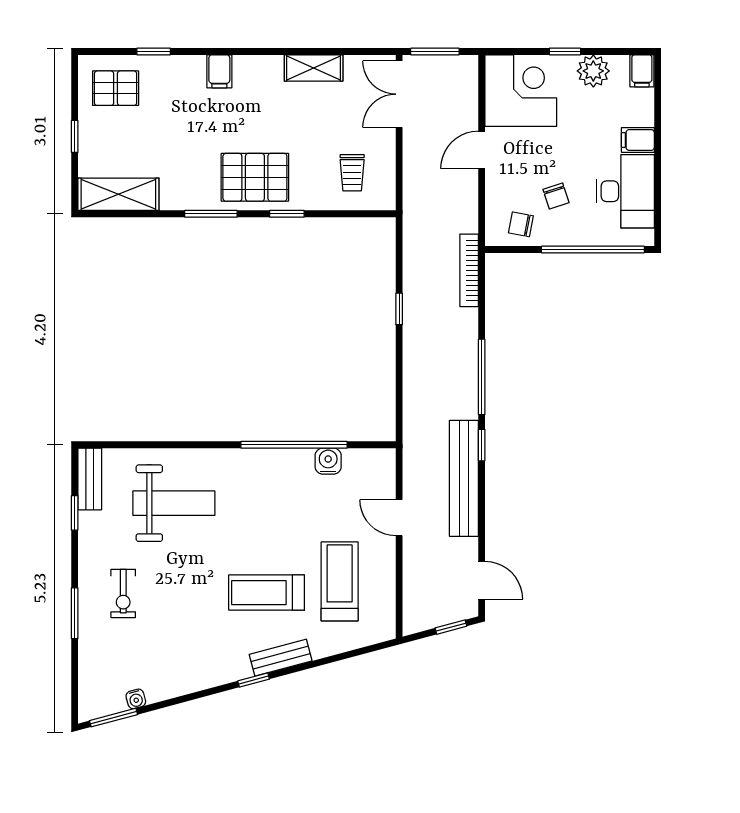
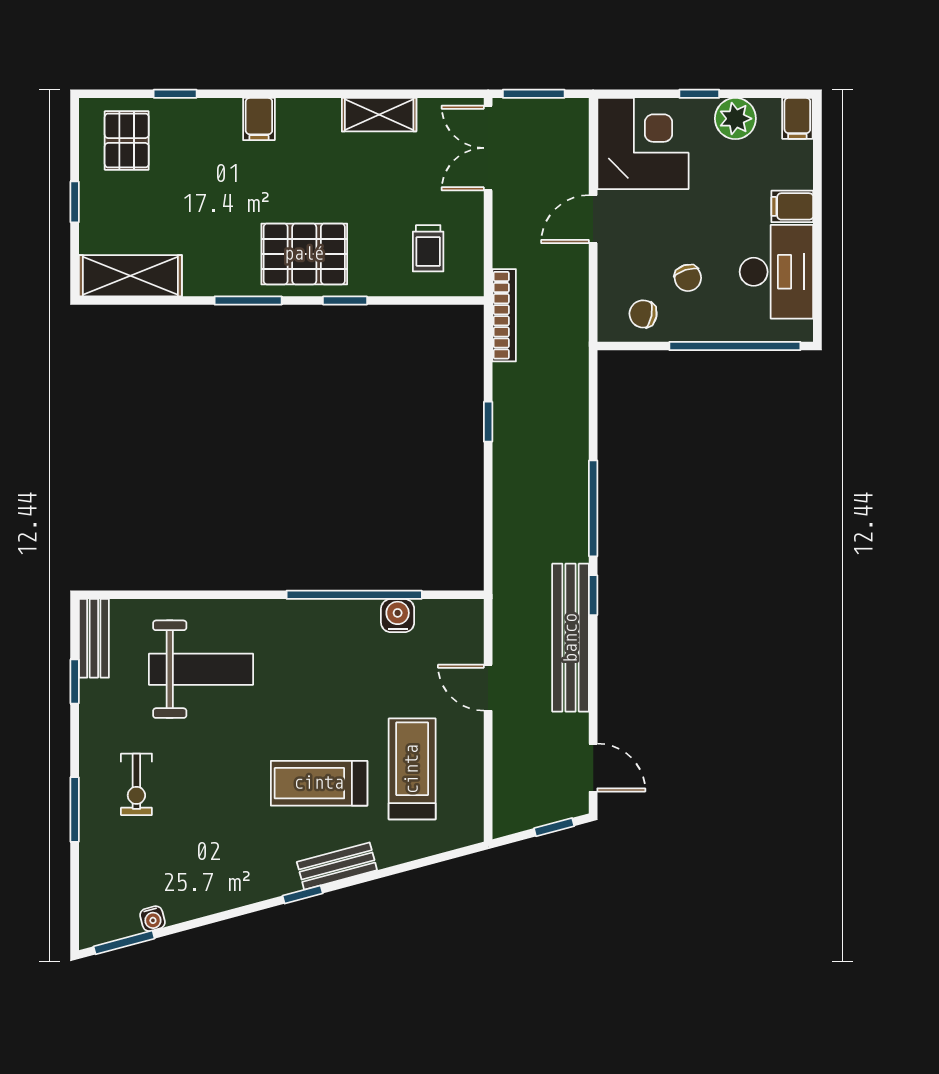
pallet: (116, 88) -> (127, 141), turned 90
bookcase: (469, 270) -> (504, 315), moved, turned 180

